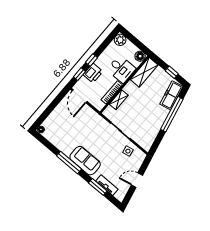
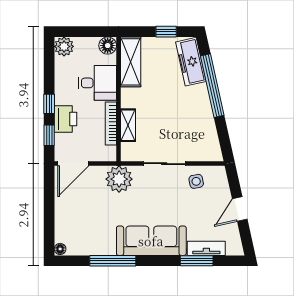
door: (80, 96) -> (73, 164), hinge flipped
plant: (94, 121) -> (119, 179), added
sofa: (85, 161) -> (151, 241), width x1.36
window: (69, 163) -> (113, 261), moved

